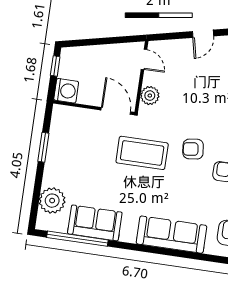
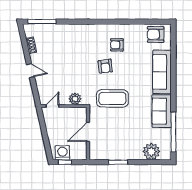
washing machine: (66, 91) -> (62, 153), moved
door: (116, 111) -> (88, 132), moved
coffee table: (142, 153) -> (112, 98), turned 90
sofa: (95, 223) -> (162, 111), moved

